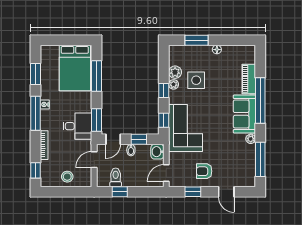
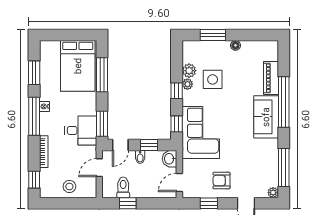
plant: (251, 139) -> (273, 193), moved

